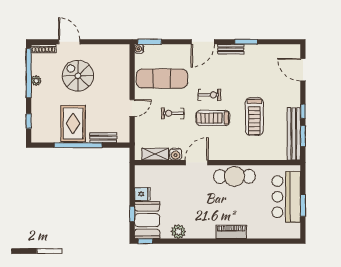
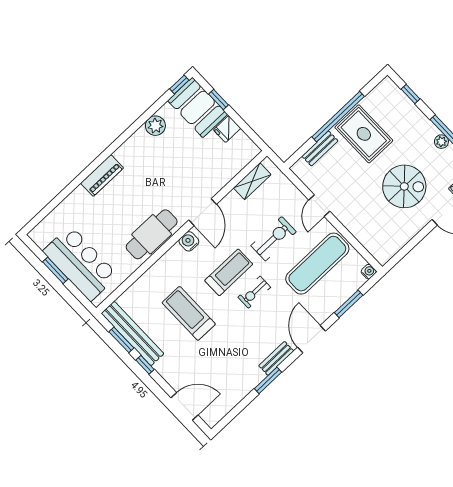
window: (150, 42) -> (349, 304), moved
exercise bike: (173, 113) -> (274, 239), width x1.38, depth x1.39
water cooler: (176, 154) -> (189, 241), moved

